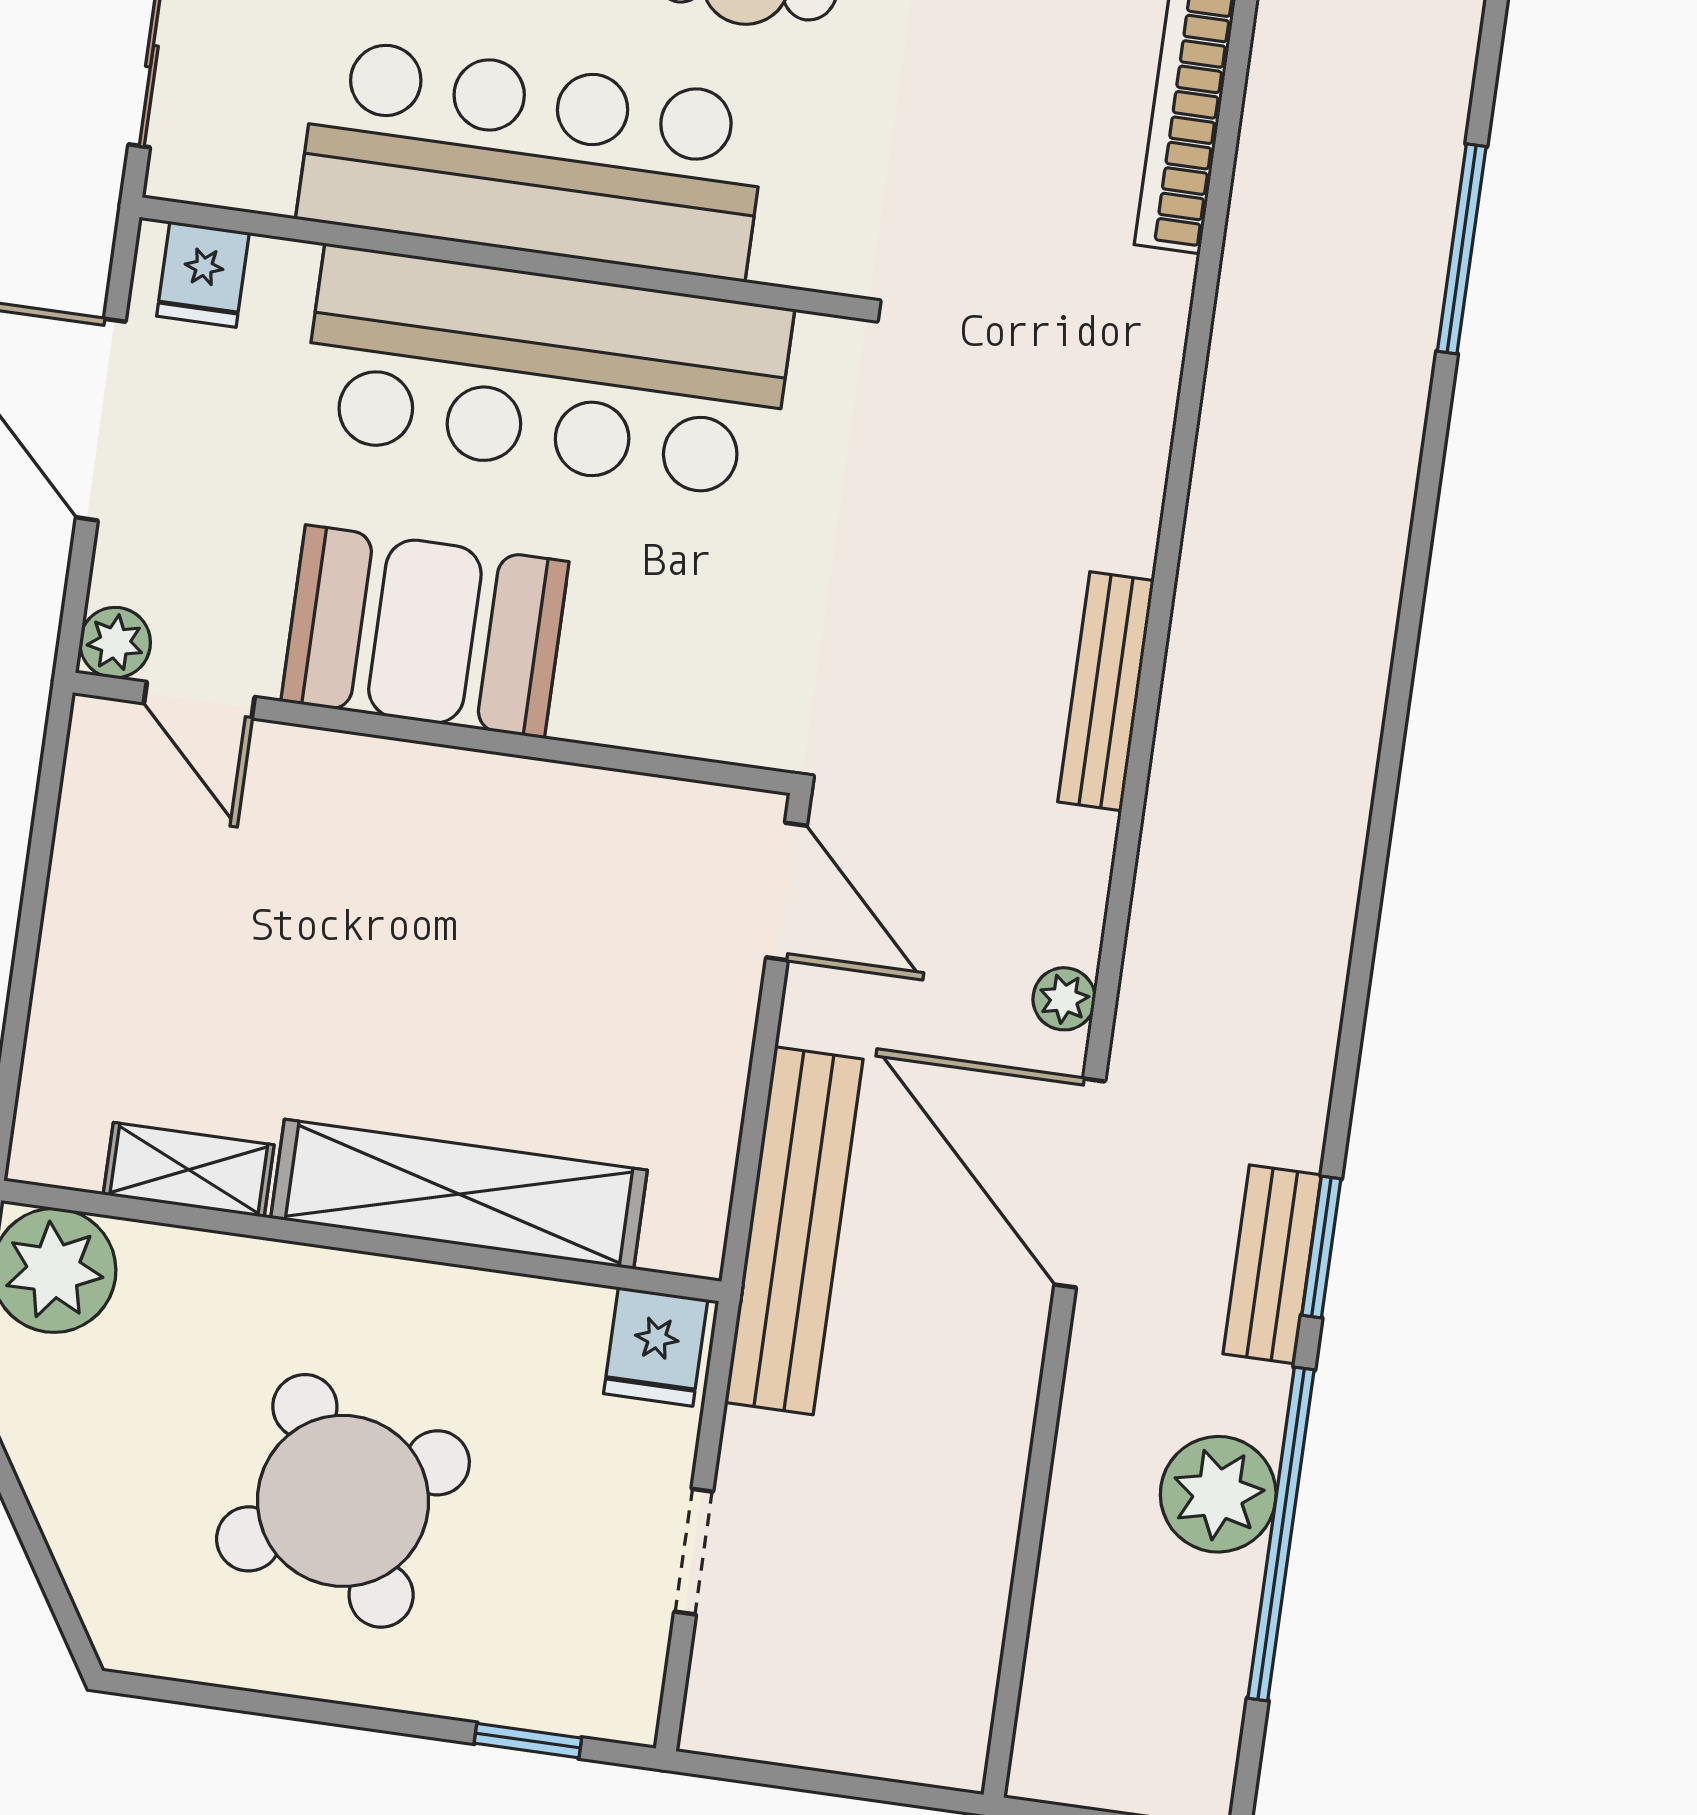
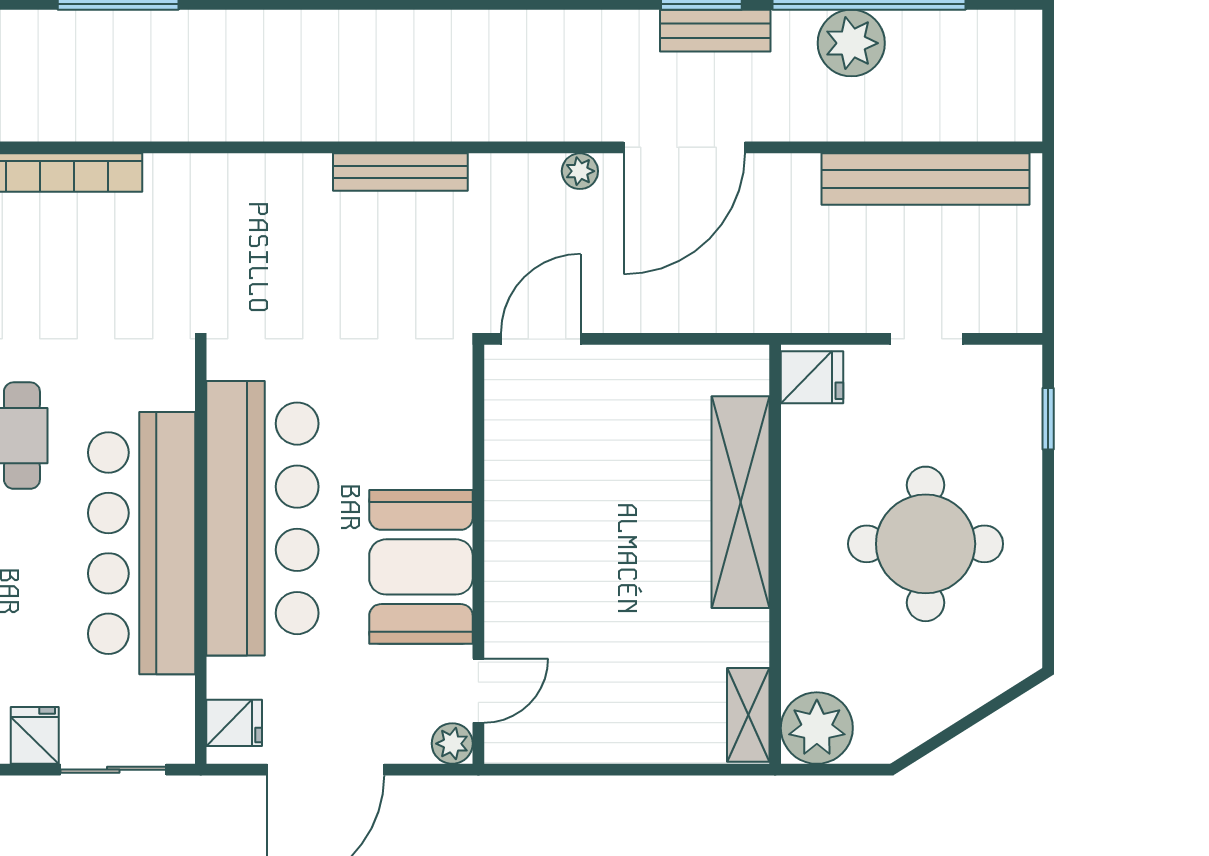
shelving: (189, 1170) -> (748, 715), moved
bench: (794, 1231) -> (925, 179), moved
round table: (343, 1501) -> (926, 544), turned 30

